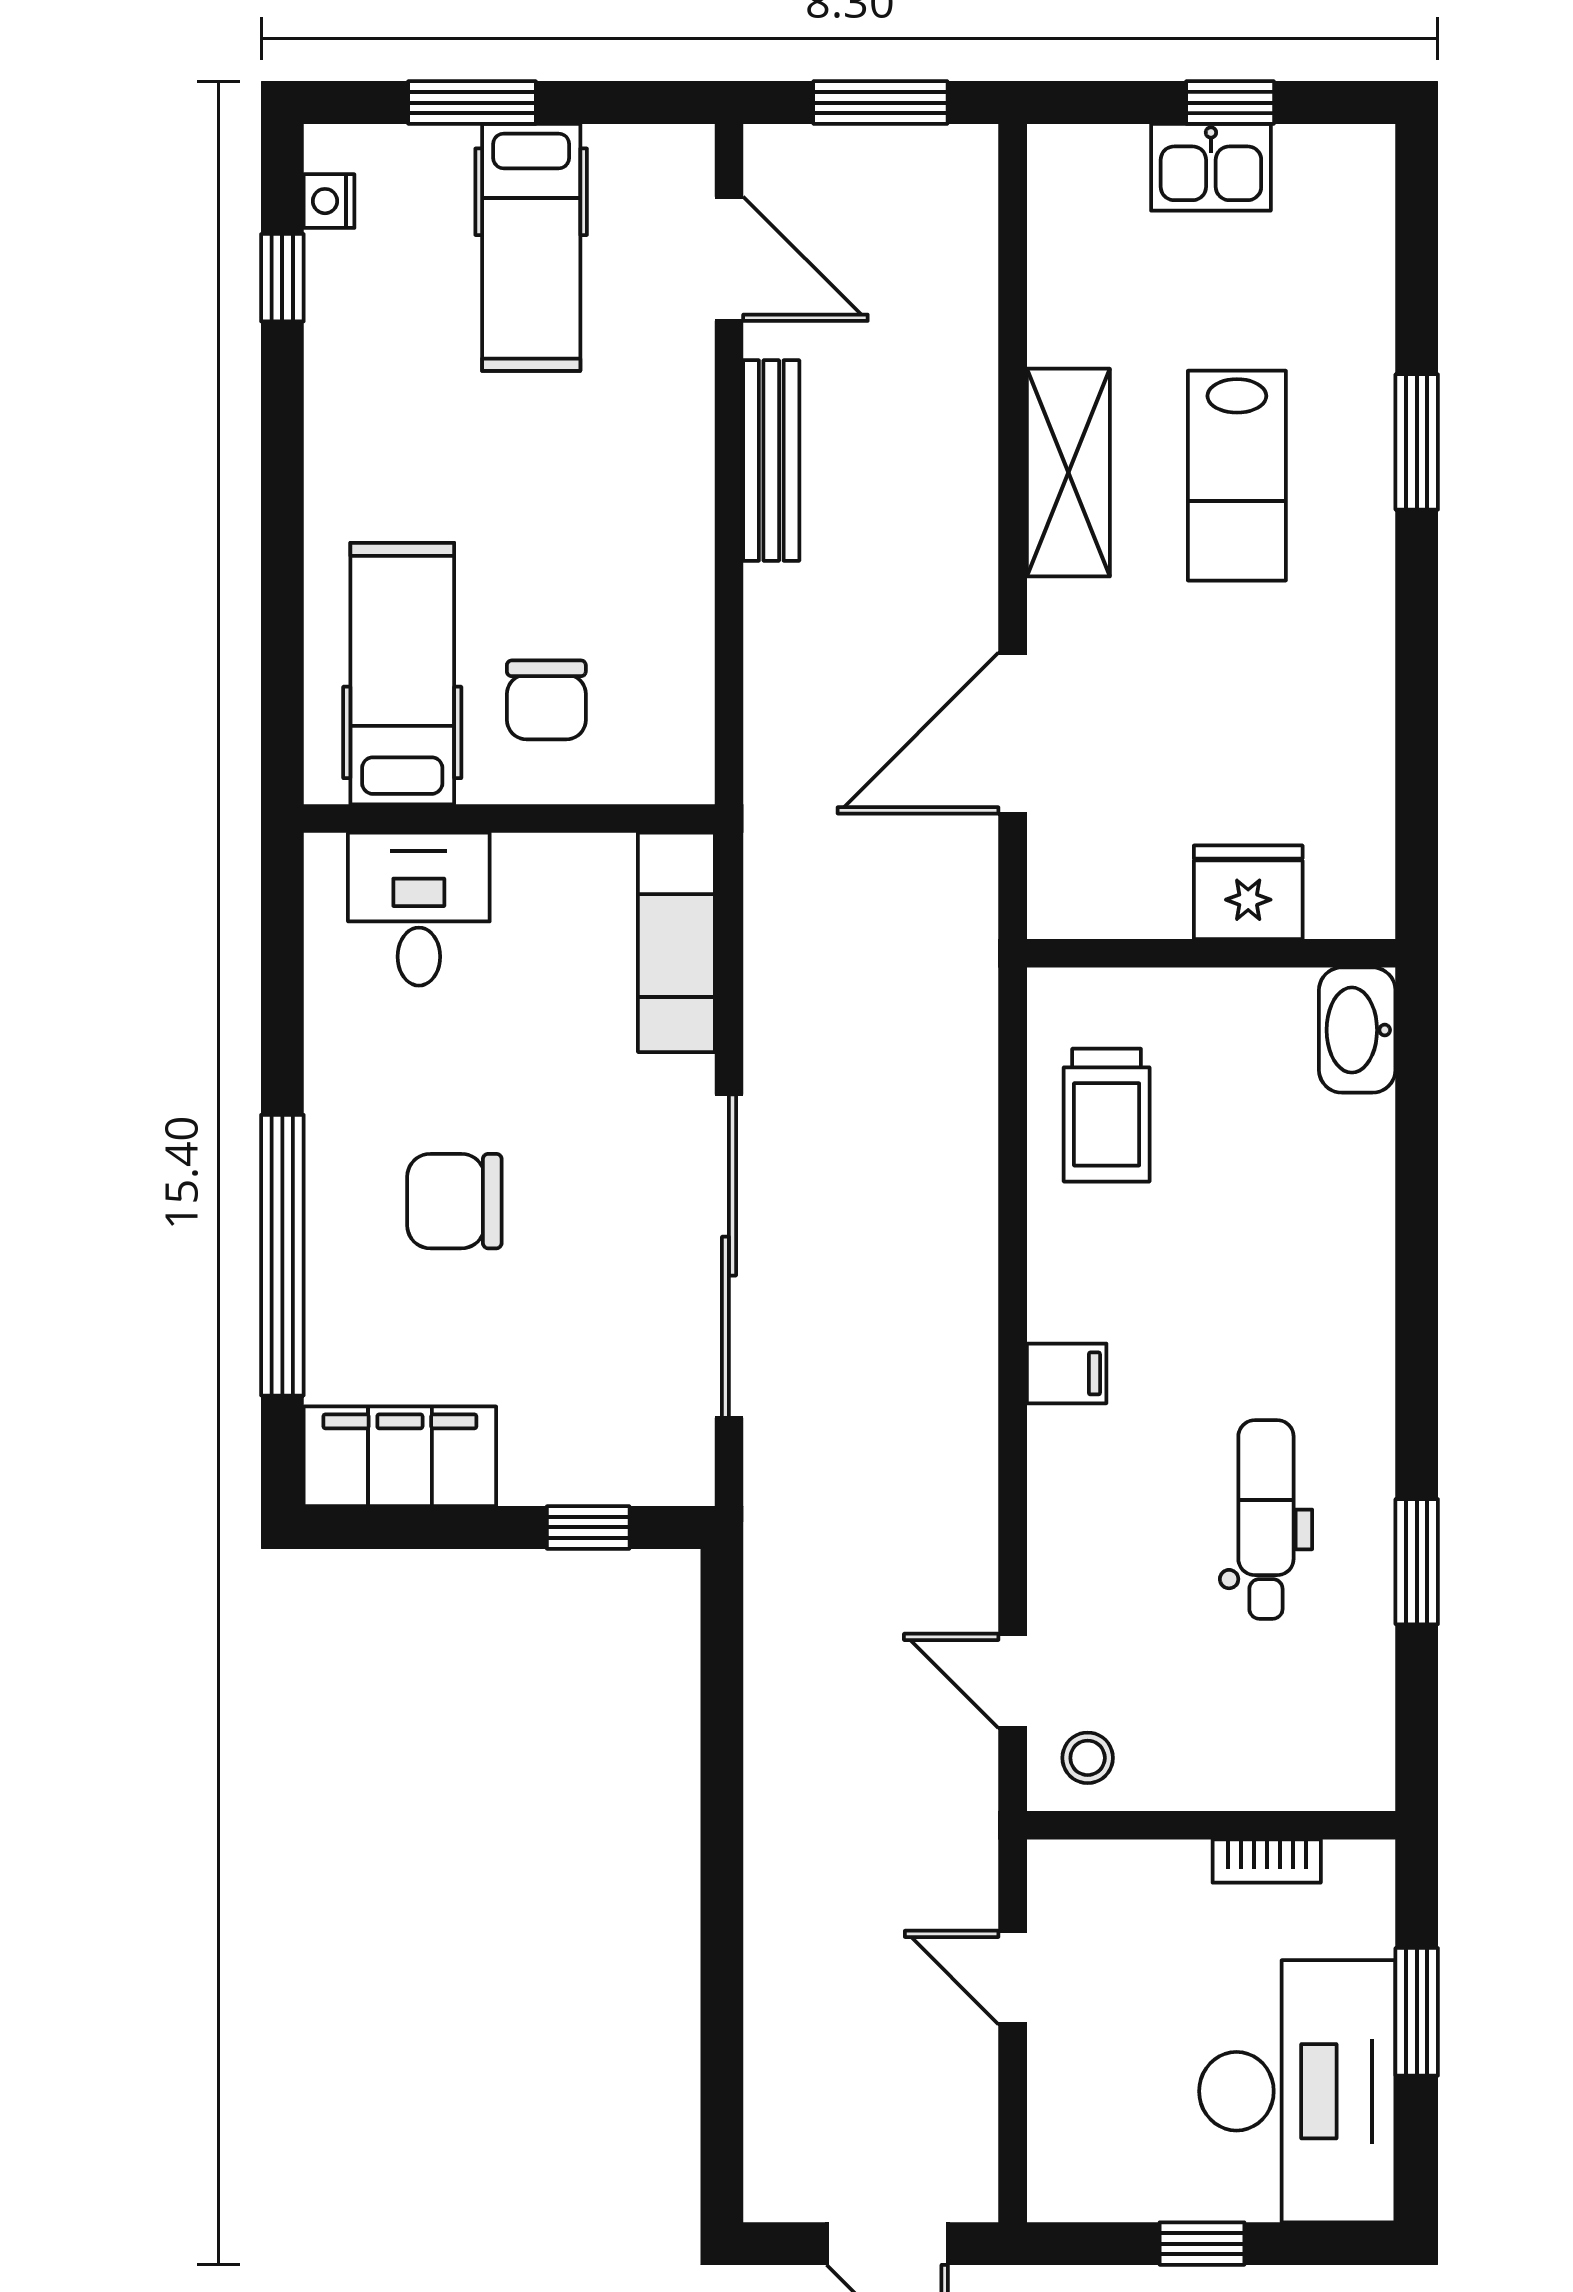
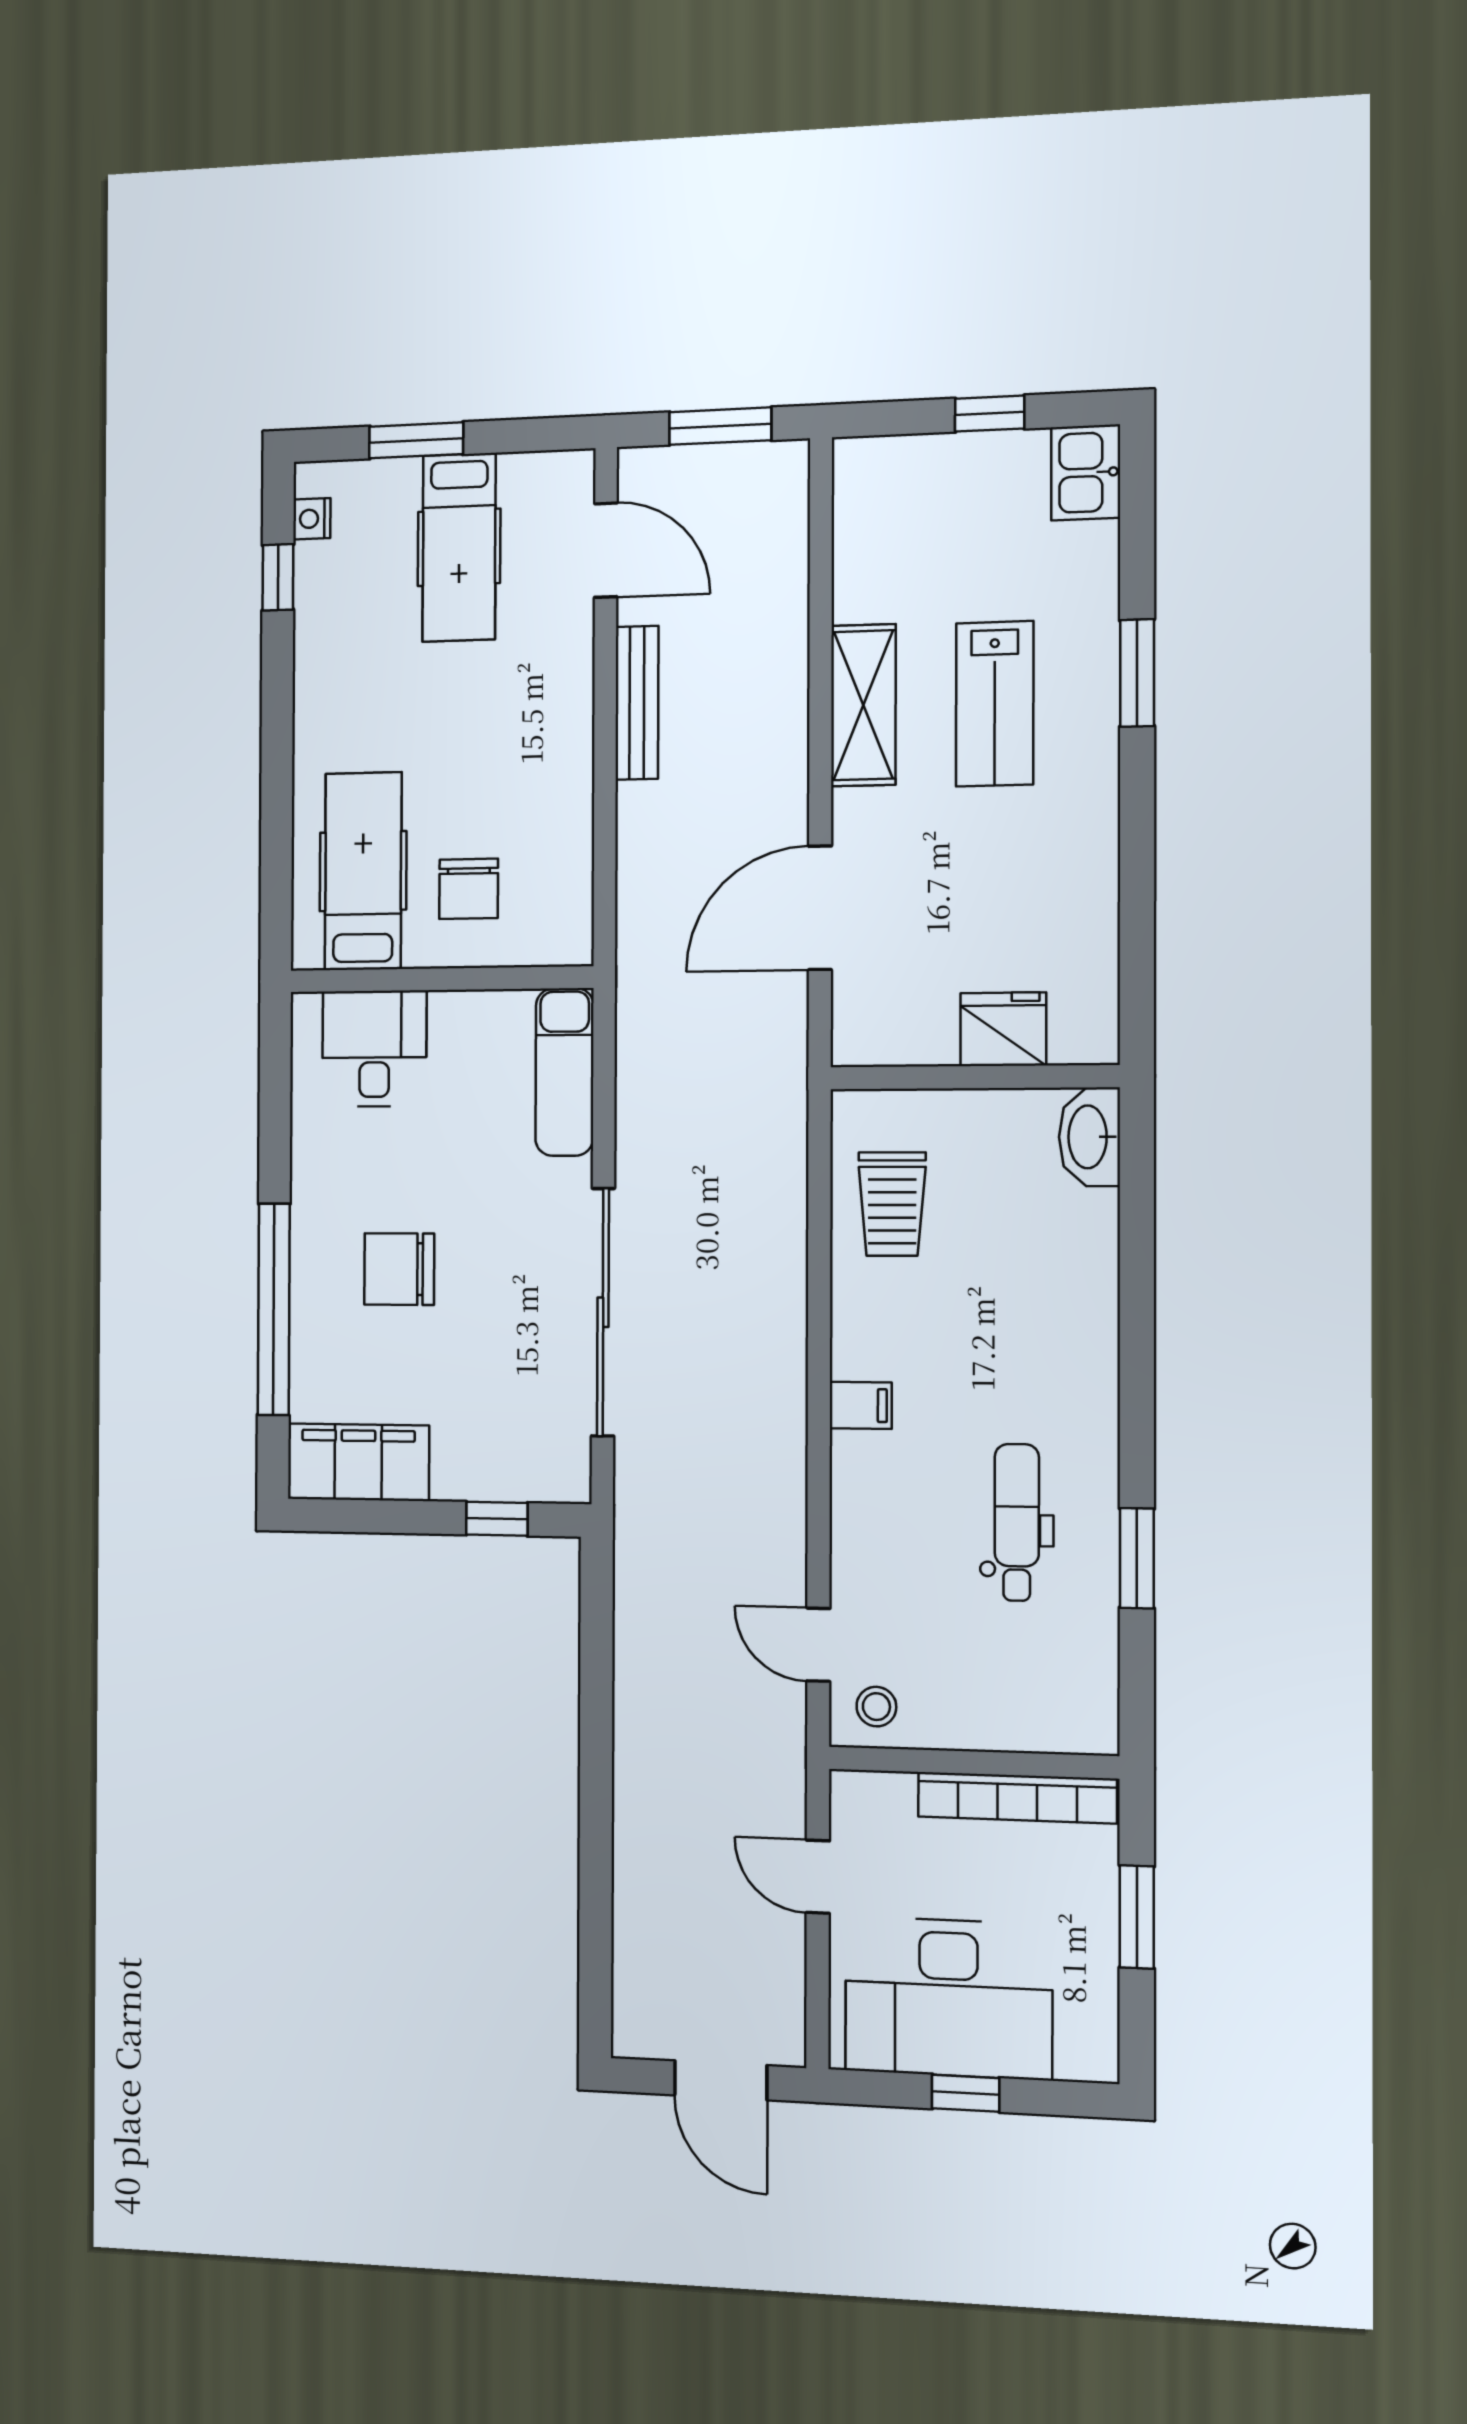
kitchen sink: (1211, 167) -> (1086, 473), moved, turned 90
bookcase: (1267, 1861) -> (1017, 1798), width x2.31, depth x1.31
desk: (1297, 2091) -> (948, 1998), moved, turned 90

